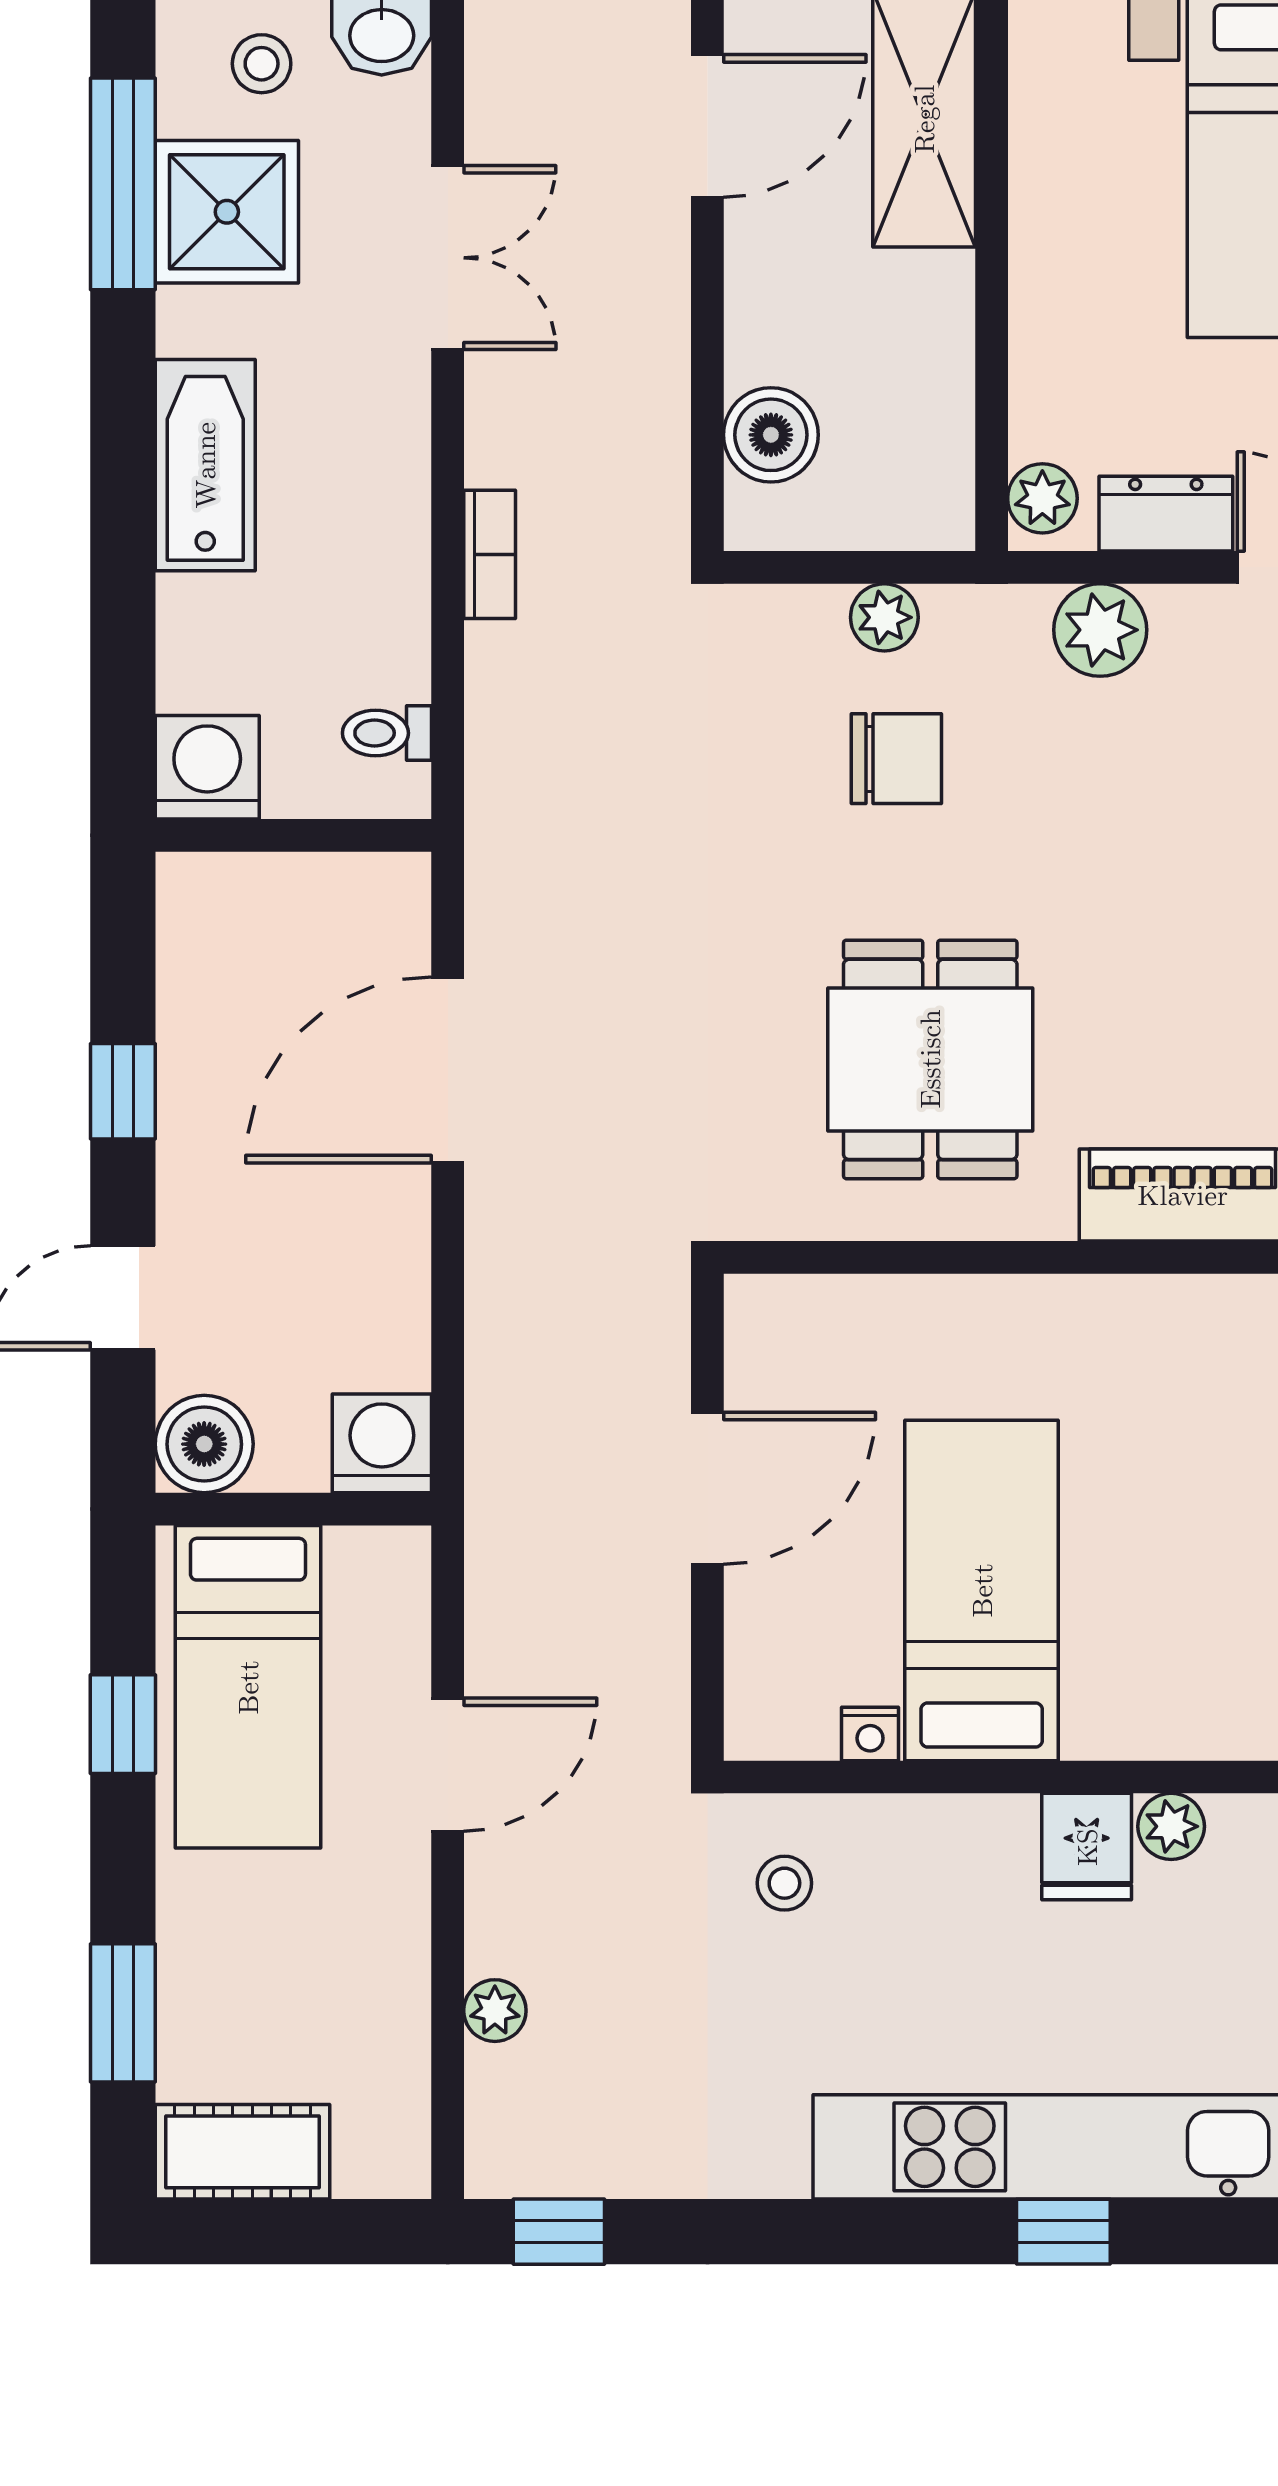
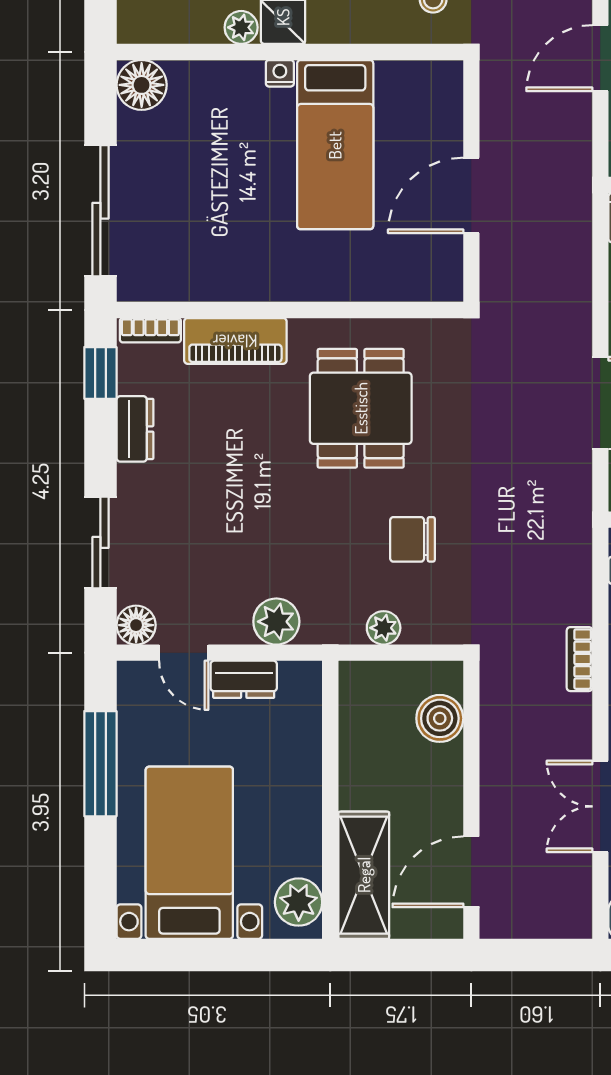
plant: (1042, 498) -> (299, 902), moved, width x1.38, depth x1.38
chair: (896, 759) -> (412, 539), moved
nightstand: (870, 1734) -> (280, 73), moved

